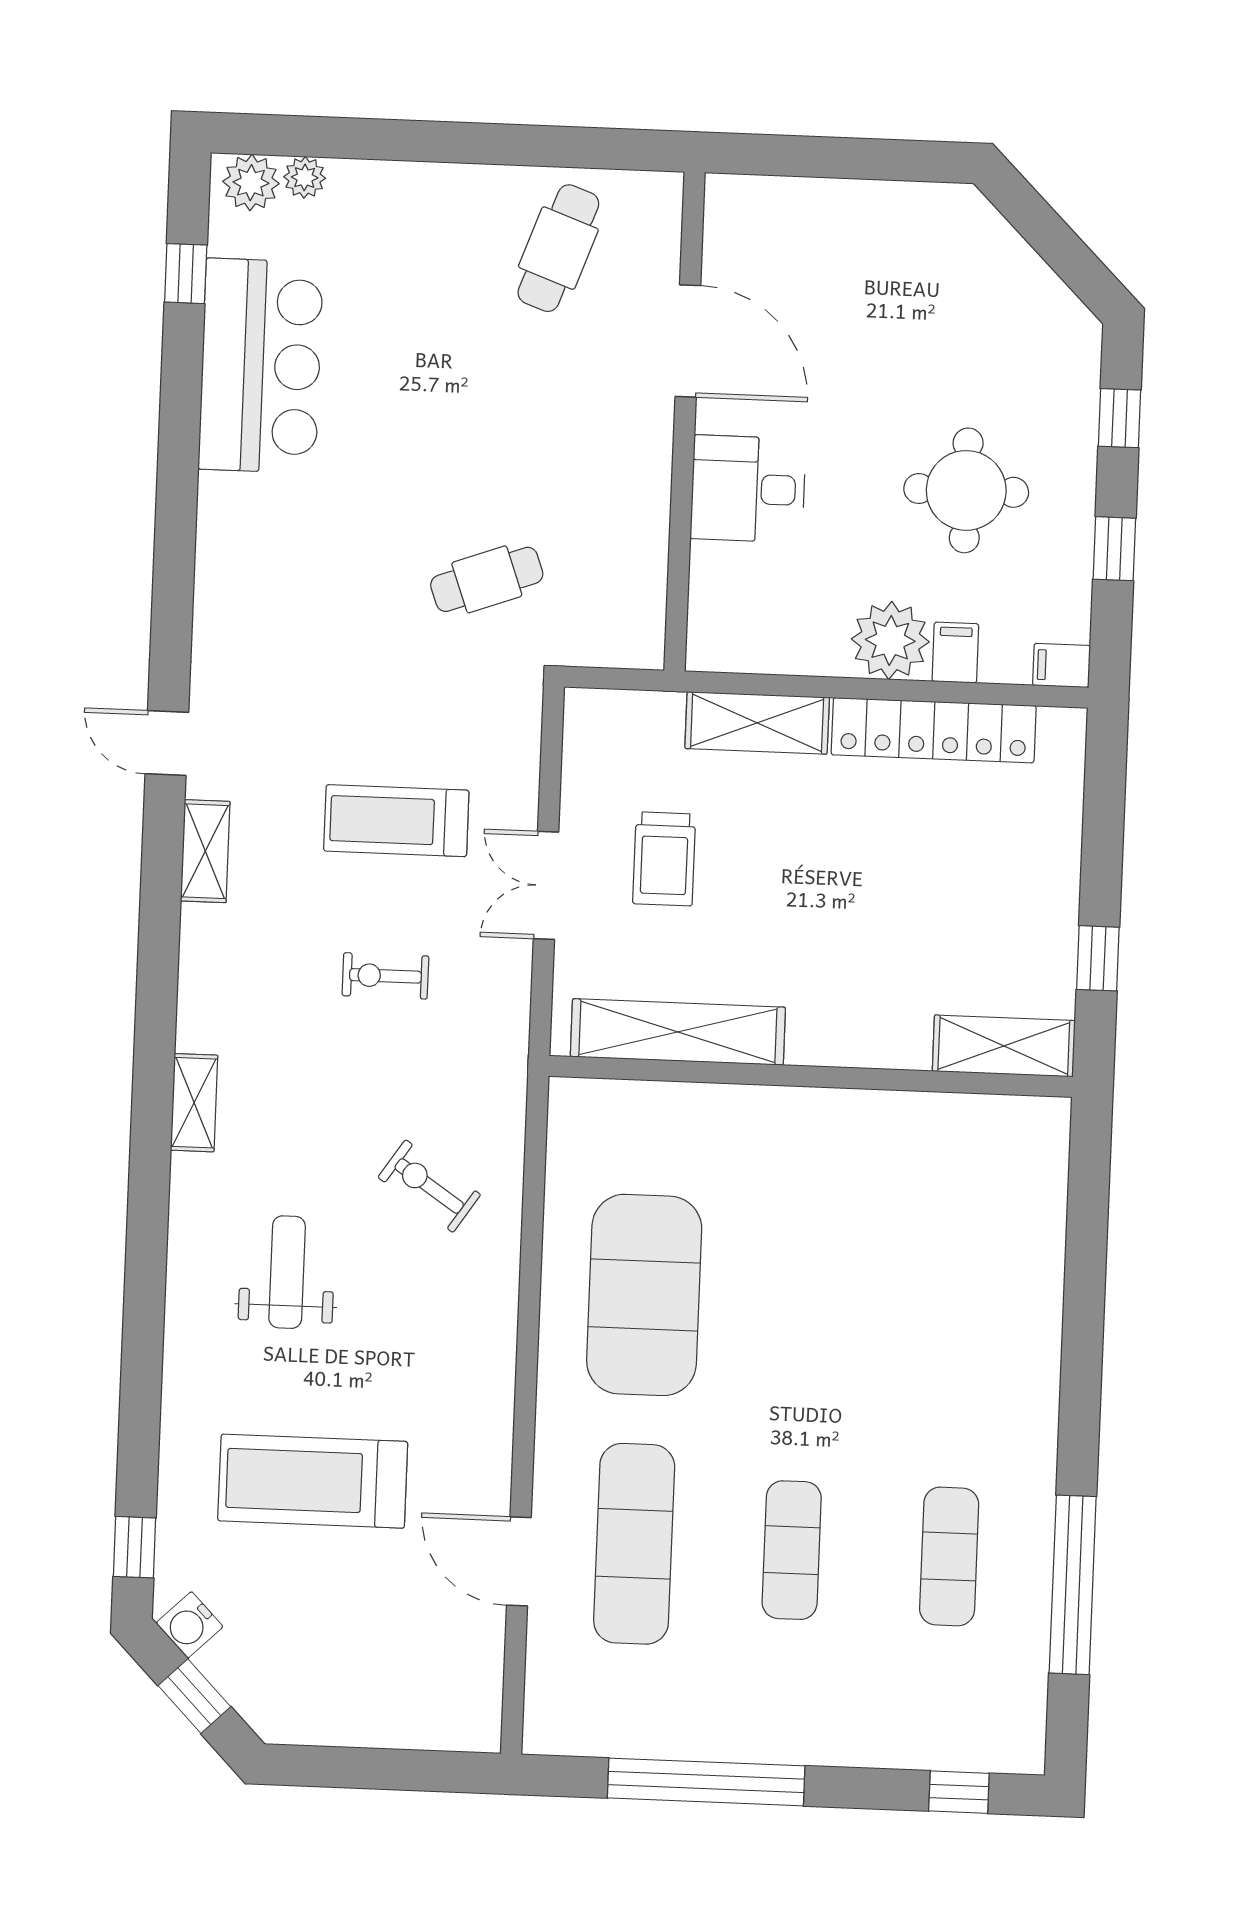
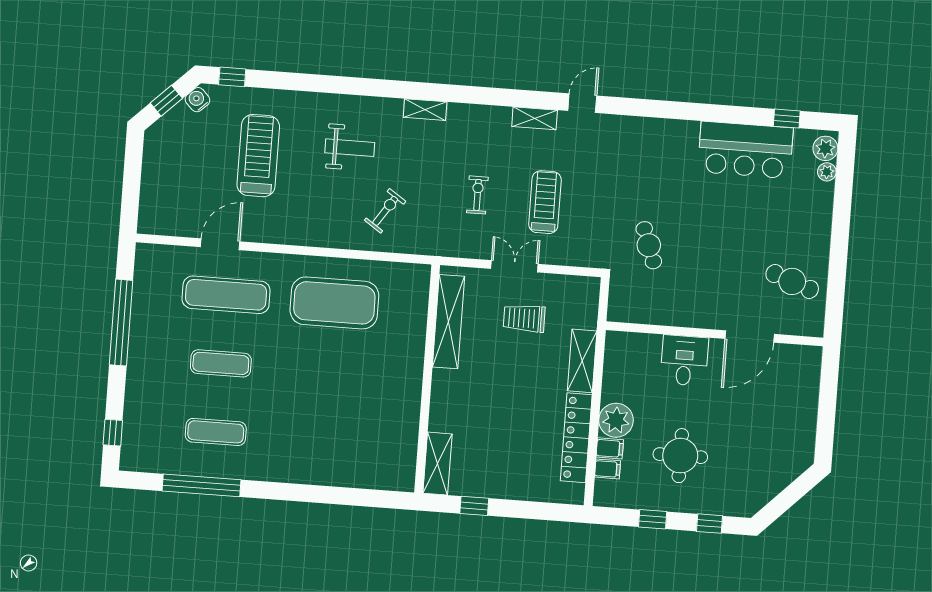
filing cabinet: (1061, 665) -> (608, 469), moved, turned 90

